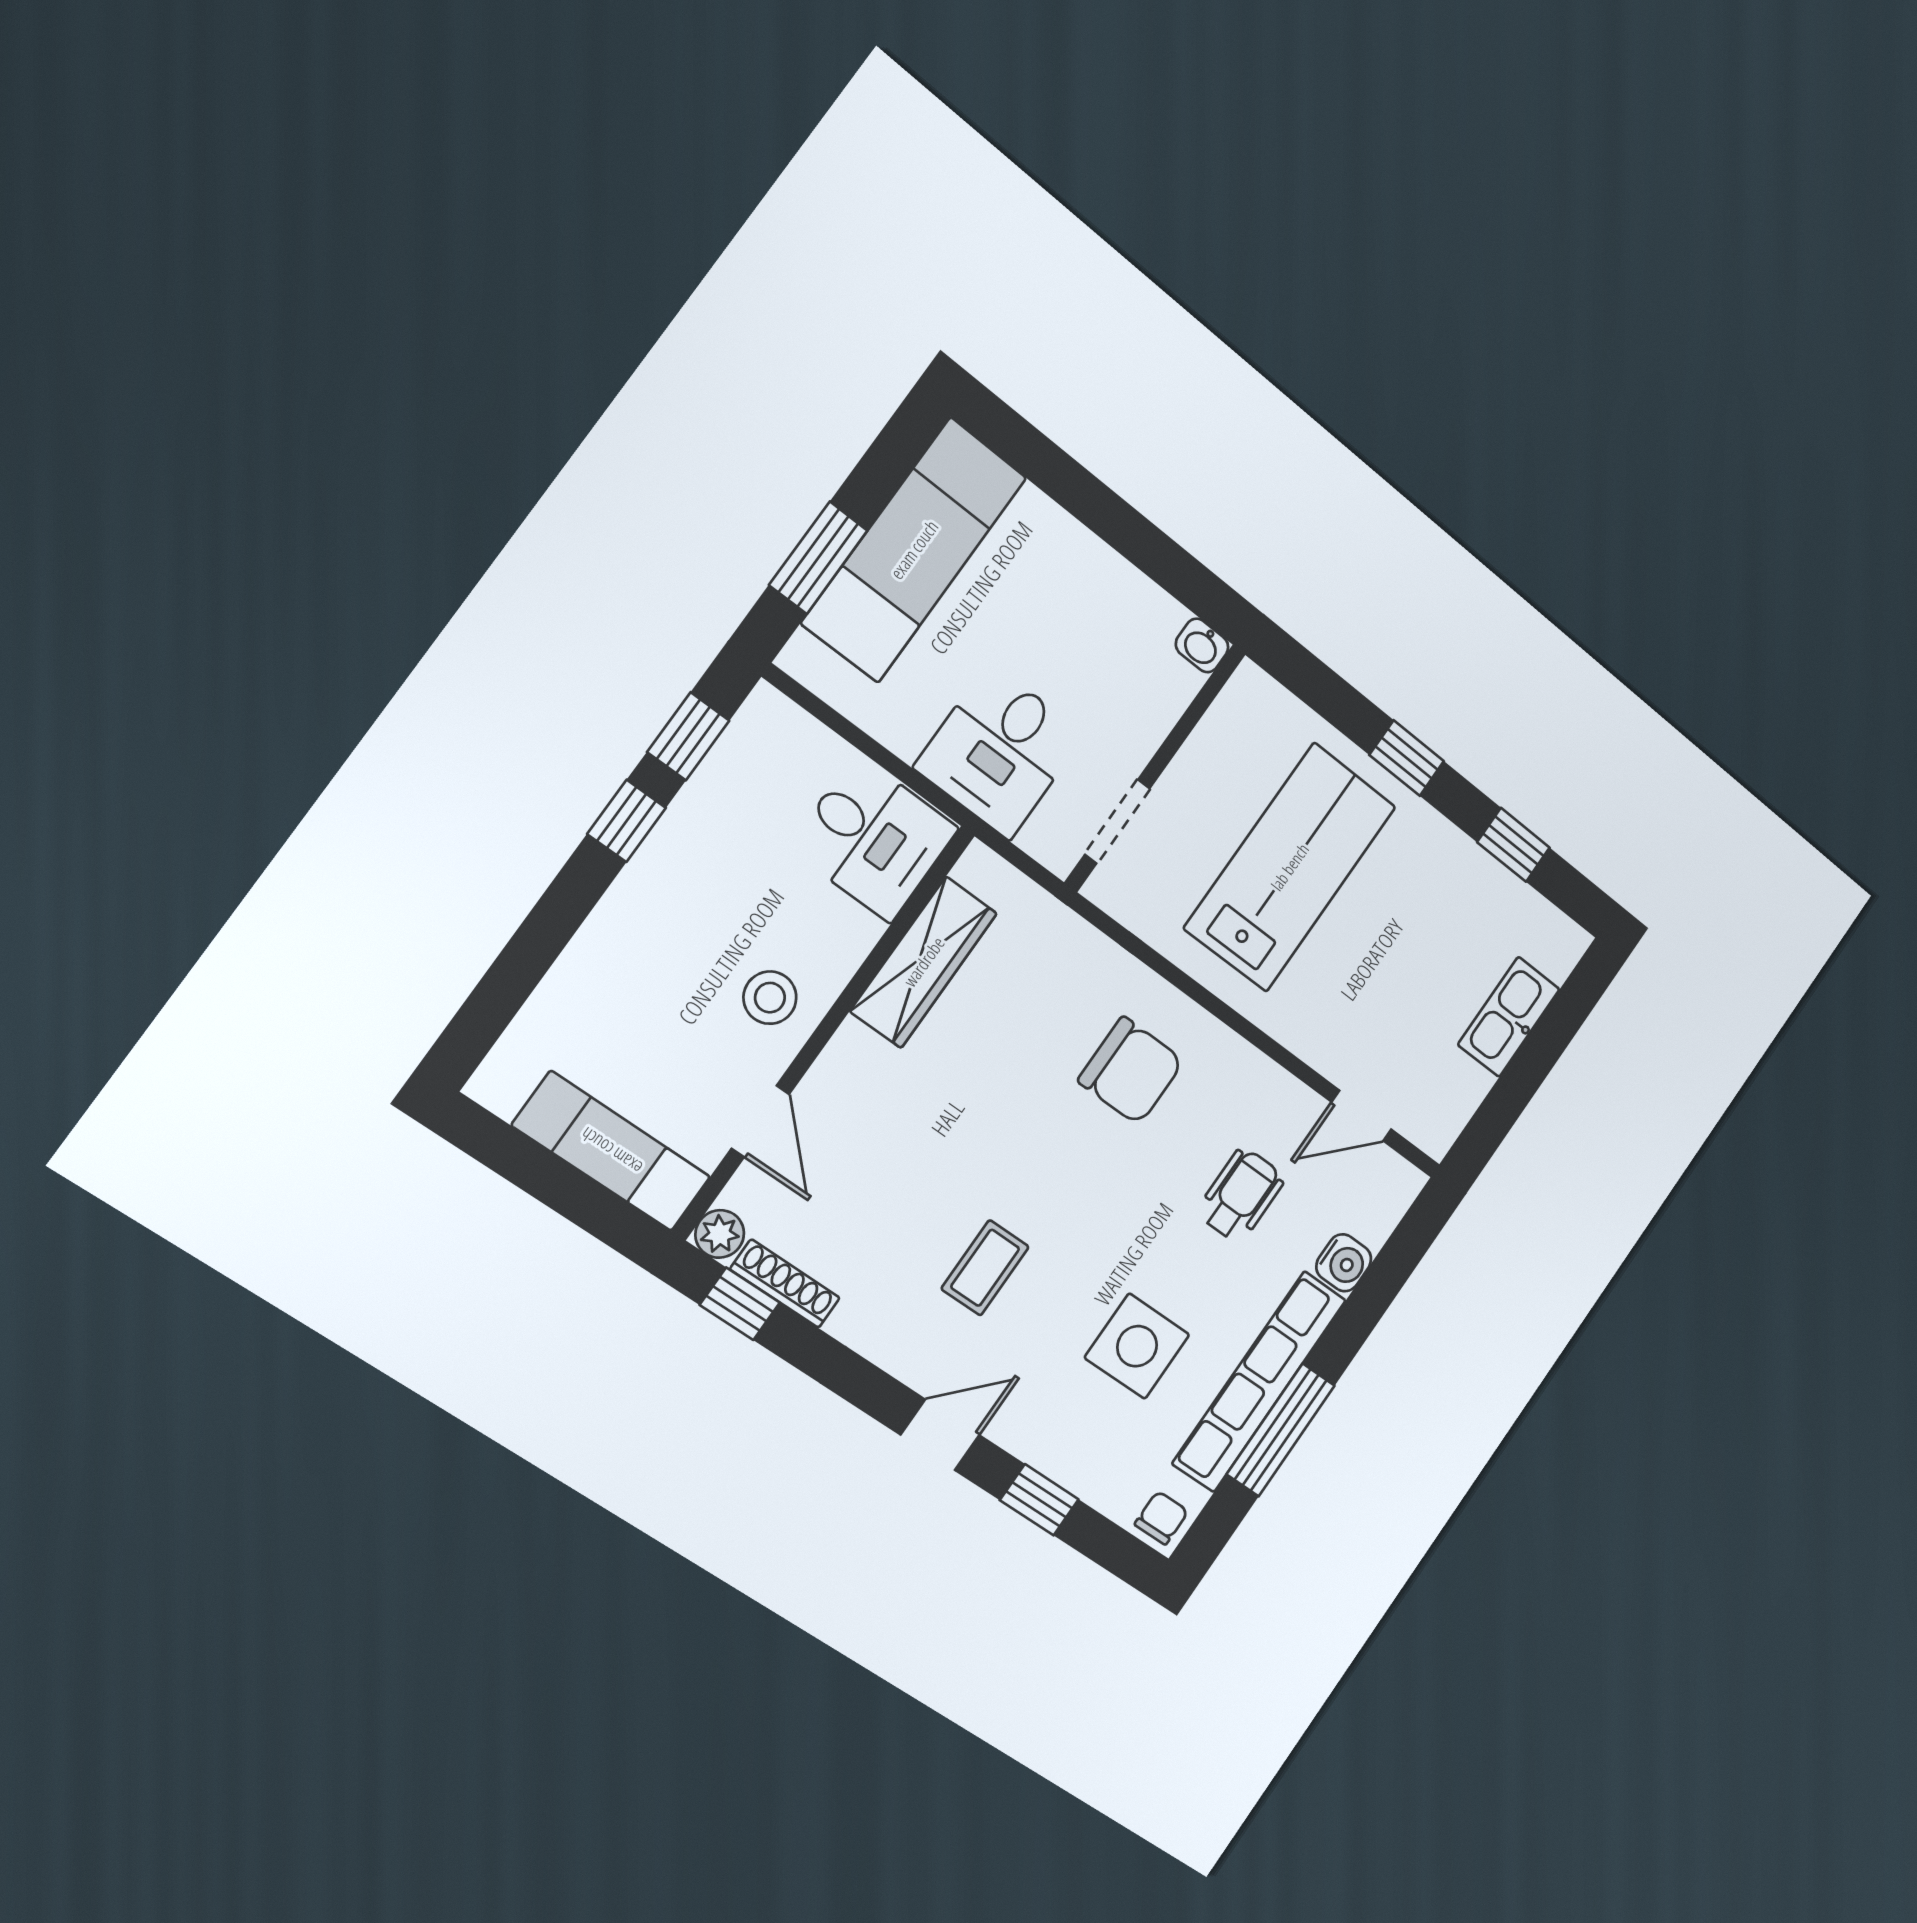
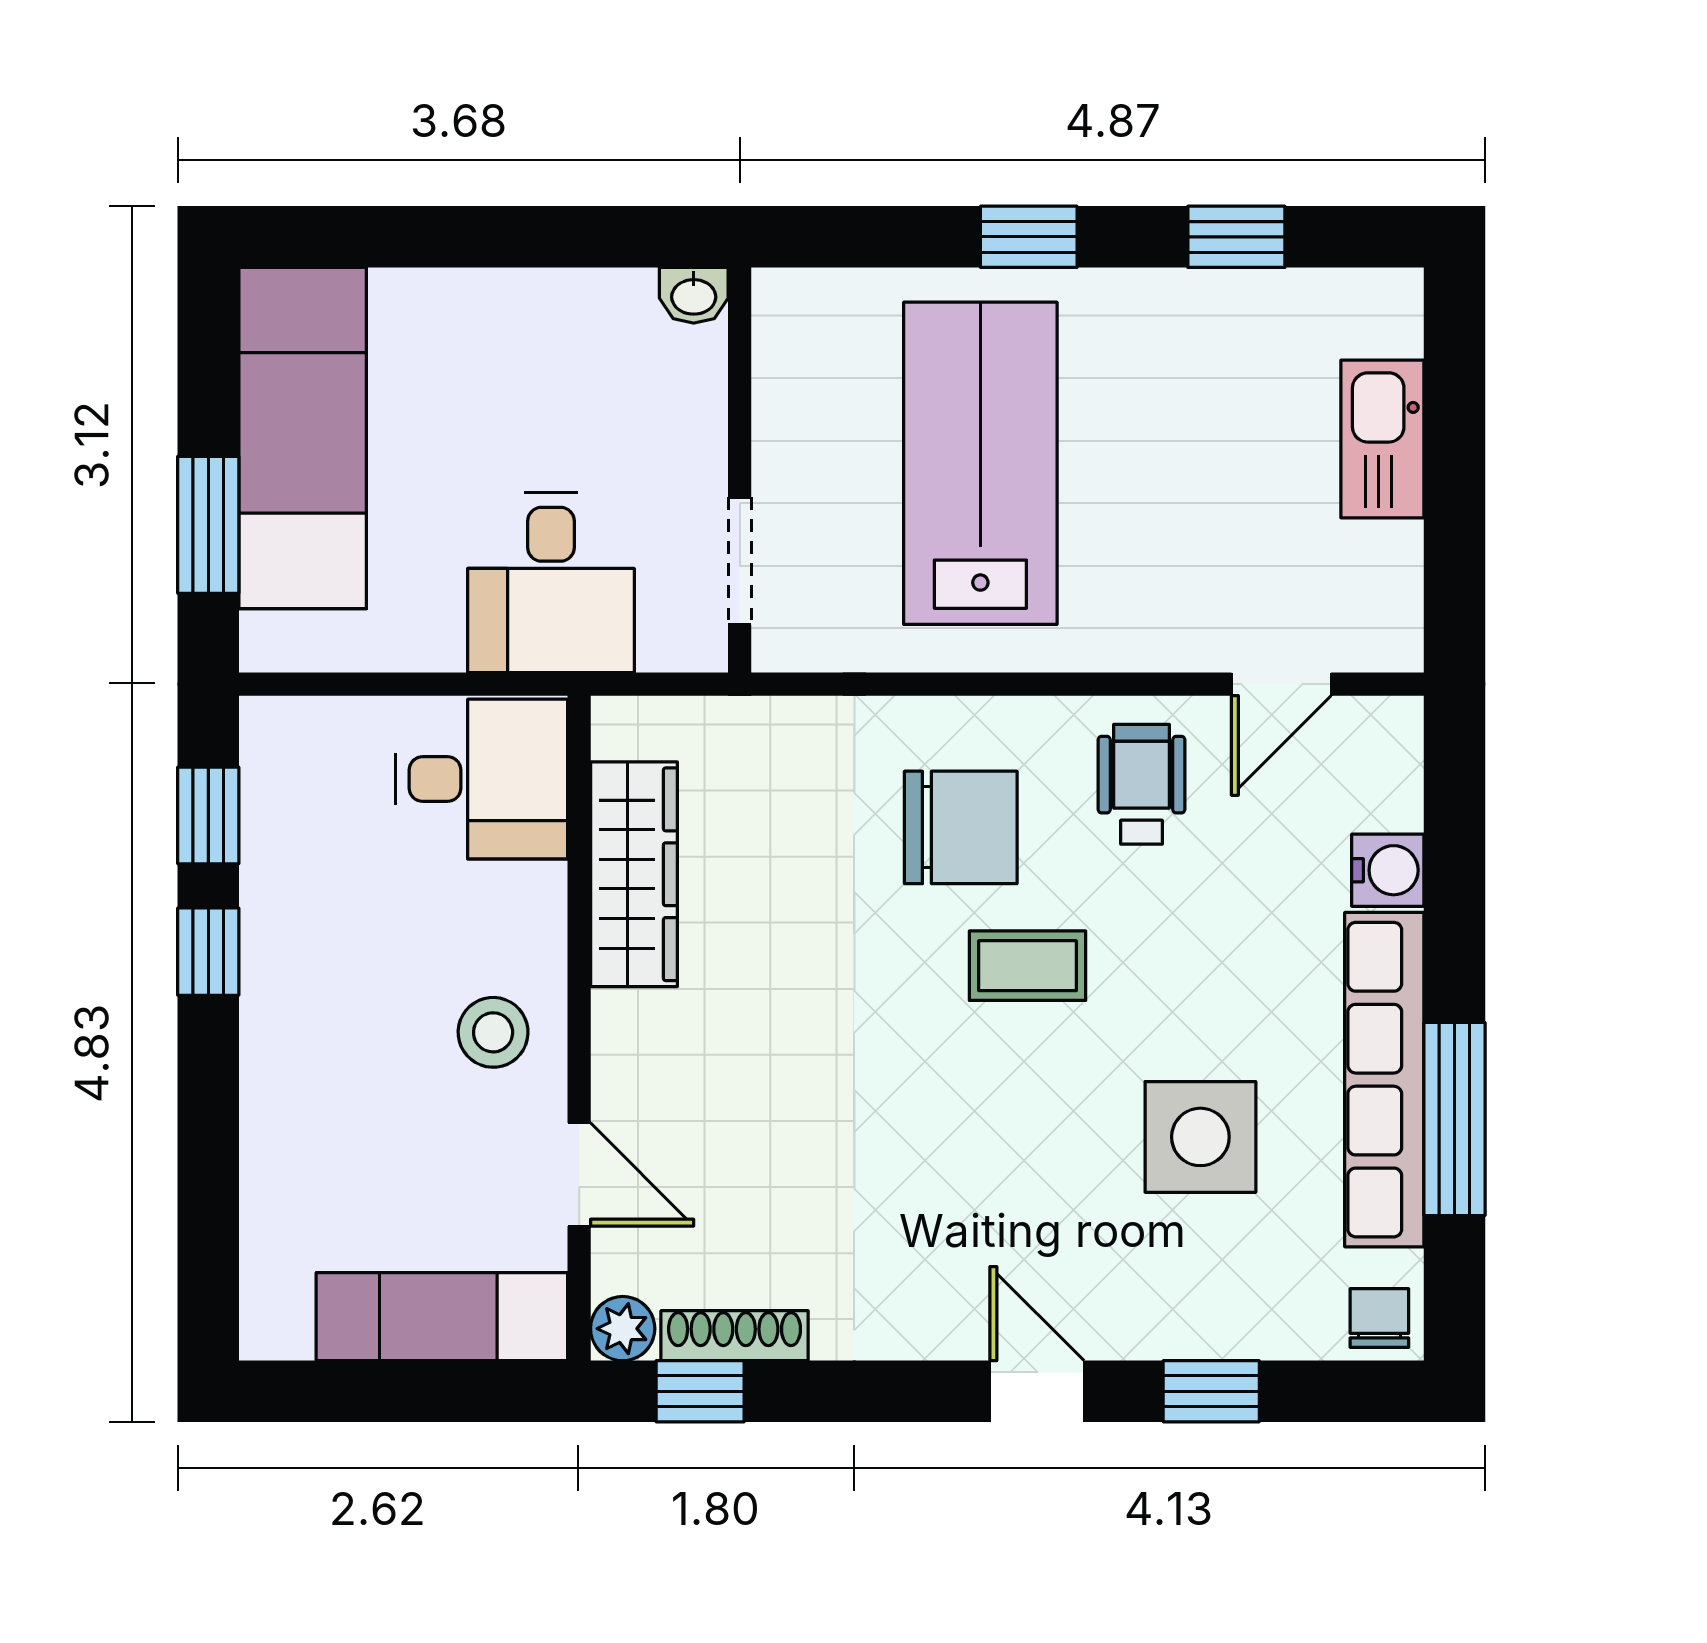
wheelchair: (1241, 1195) -> (1141, 784), moved
coffee table: (985, 1268) -> (1028, 966), moved, turned 90
door: (940, 1435) -> (1037, 1391), hinge flipped

